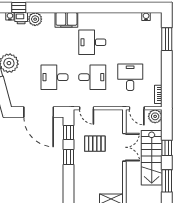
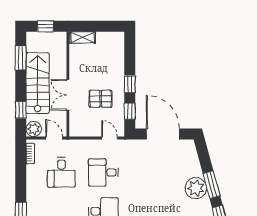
desk: (54, 77) -> (145, 173), removed
window: (167, 148) -> (21, 110), moved

